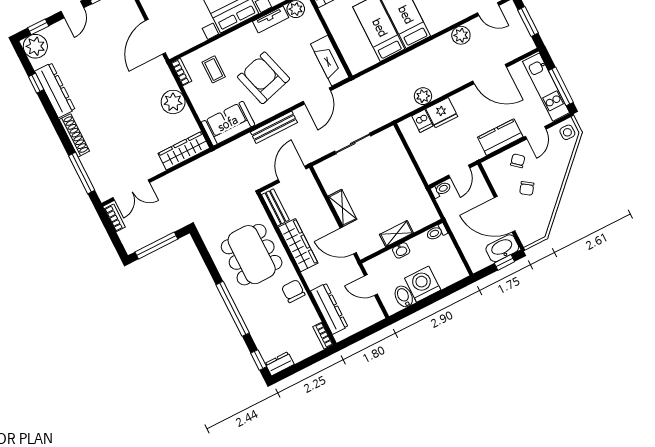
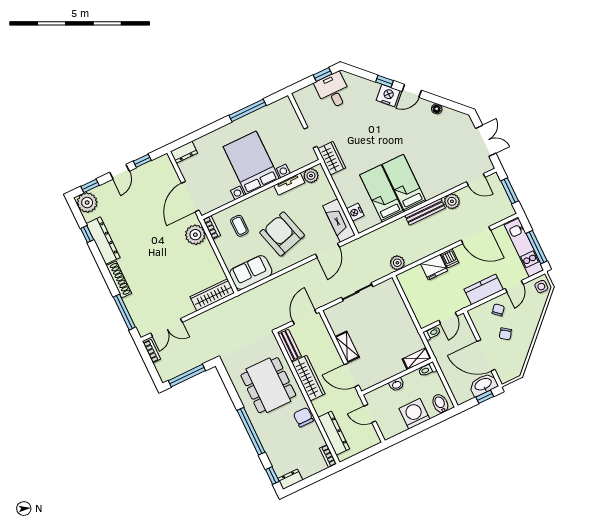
nightstand: (348, 50) -> (355, 212), added
plant: (423, 96) -> (397, 263), moved
plant: (173, 102) -> (195, 235), moved
dishwasher: (422, 121) -> (450, 258), moved
bench: (274, 127) -> (425, 212), moved
shelving: (396, 234) -> (417, 359), moved
bidet: (404, 296) -> (440, 404), moved

